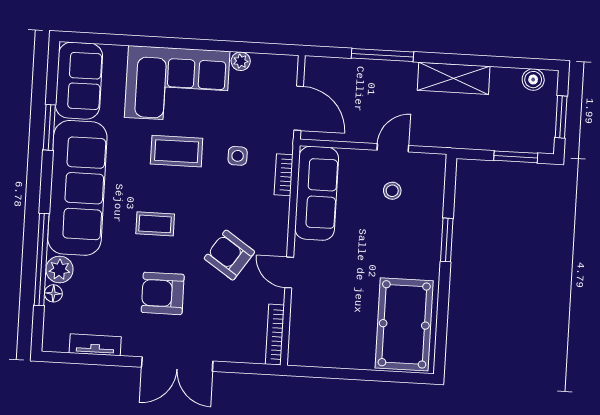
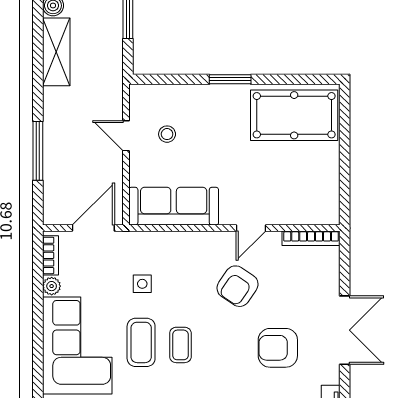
shelving: (454, 78) -> (56, 52), moved
bookcase: (284, 175) -> (50, 255), moved, turned -90
coffee table: (155, 224) -> (180, 345), moved
window: (447, 240) -> (230, 79), moved
armchair: (163, 293) -> (278, 348), turned 90

